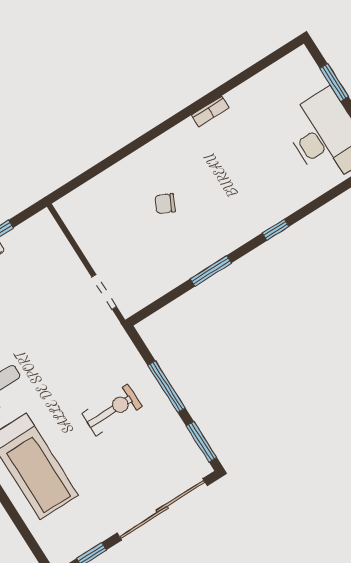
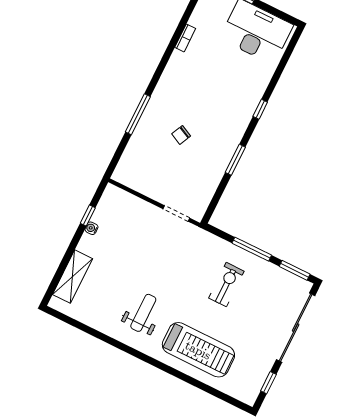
bookcase: (210, 112) -> (185, 38), moved
window: (129, 149) -> (138, 114), added

